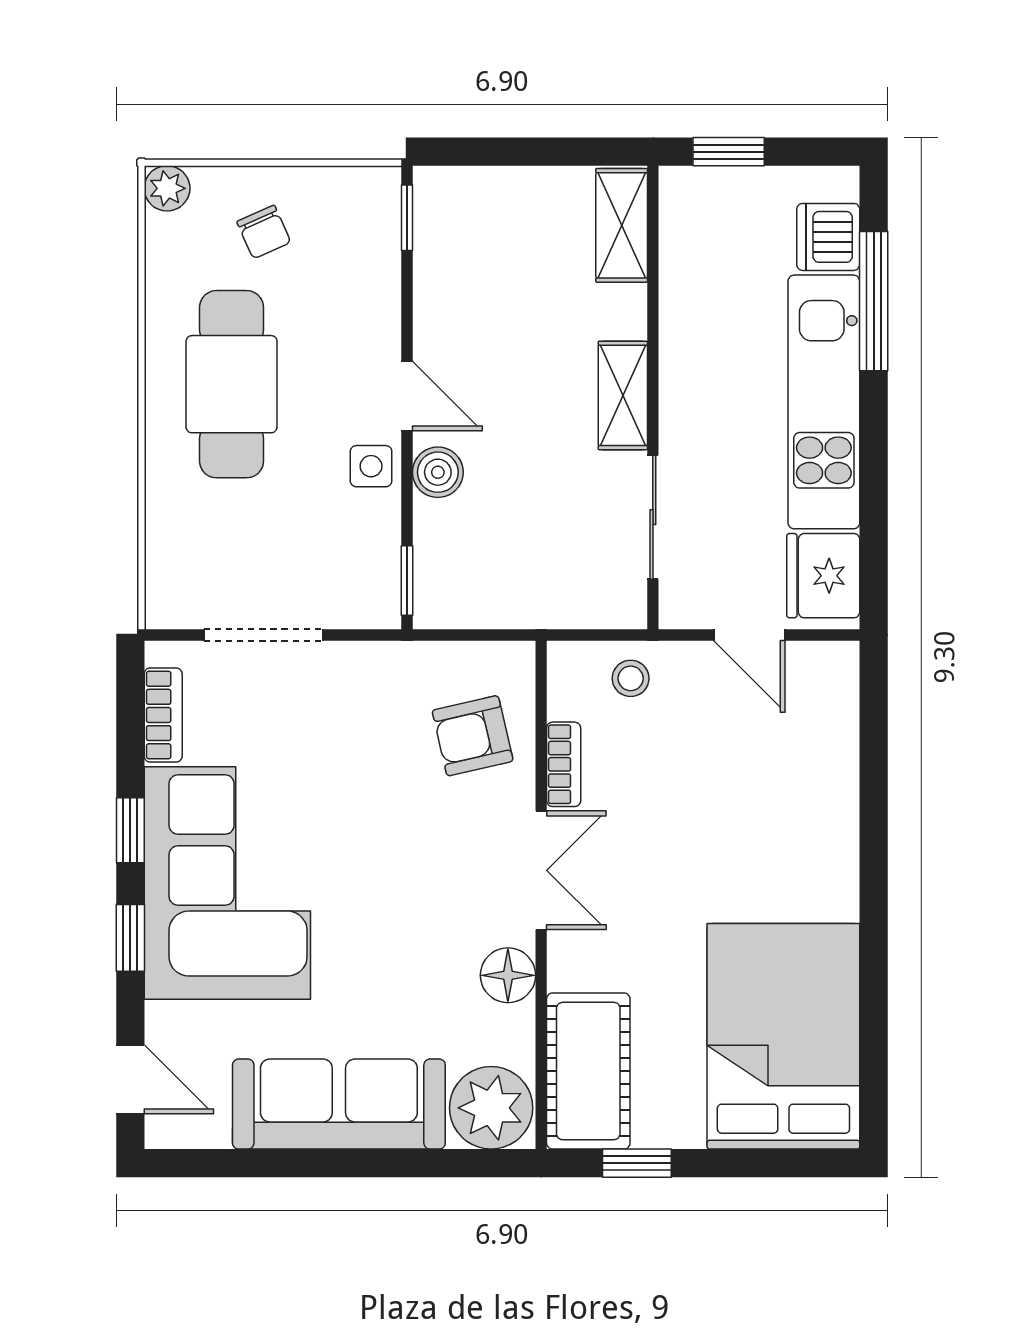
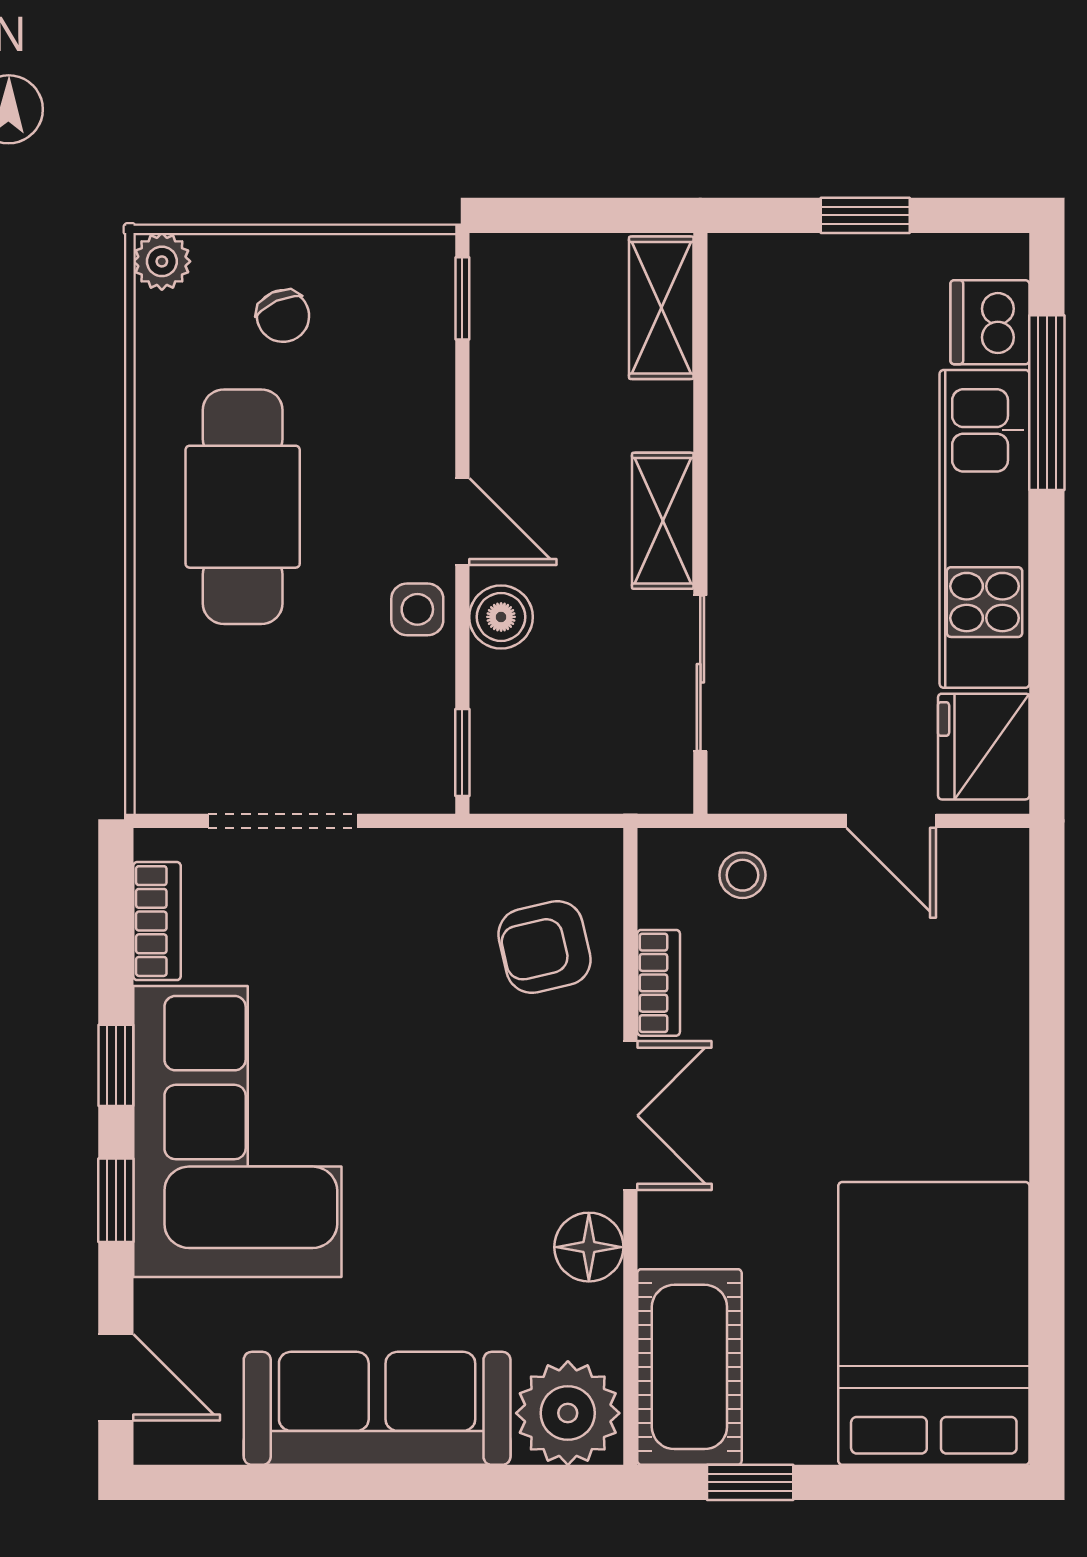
shelving: (622, 225) -> (661, 308), moved
shelving: (623, 395) -> (663, 521), moved
wall: (653, 397) -> (700, 523), moved
sliding door: (653, 517) -> (700, 673), moved

